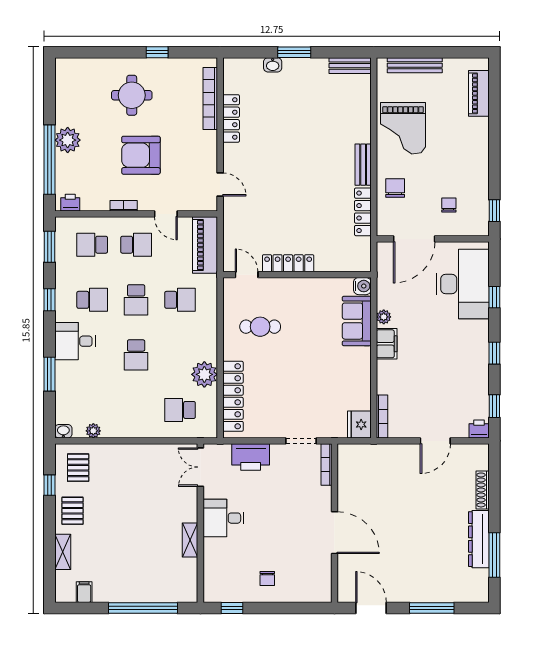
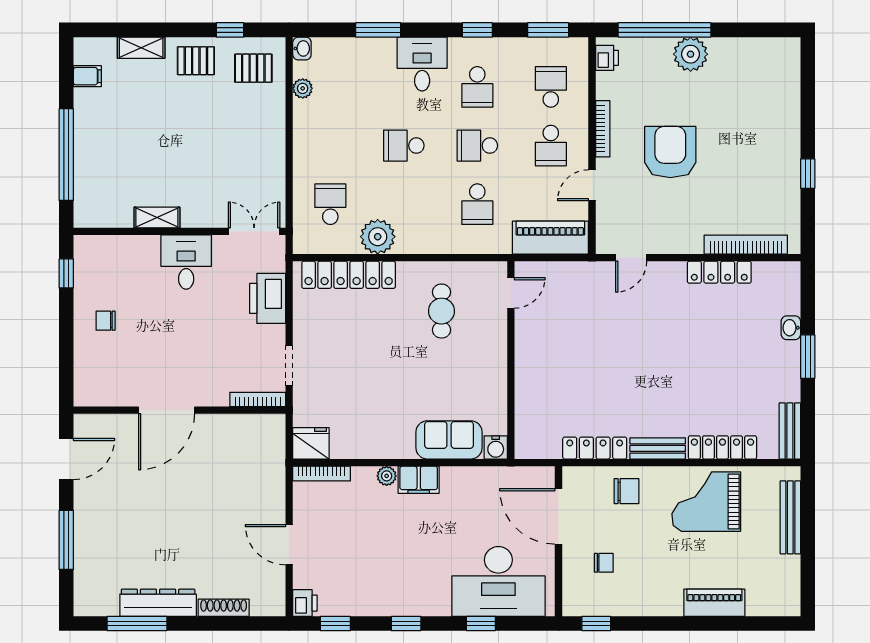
piano: (479, 93) -> (714, 603), moved
round table: (132, 95) -> (750, 140), removed
bookcase: (124, 206) -> (603, 129), width x1.56
locker: (288, 263) -> (722, 447), moved, turned -90
plant: (384, 317) -> (387, 476), moved

